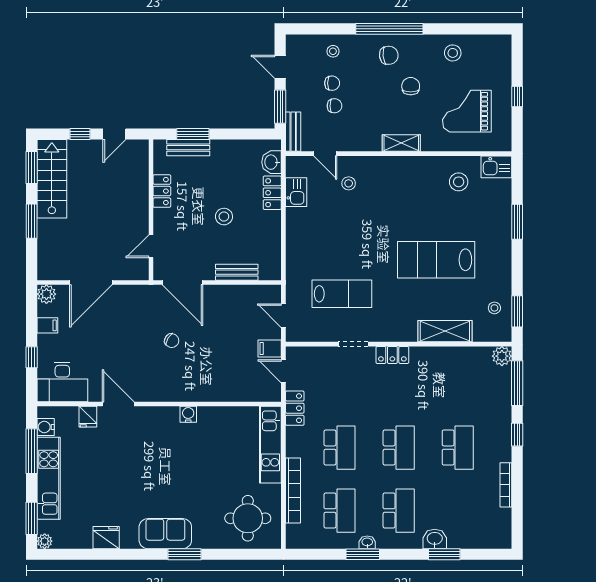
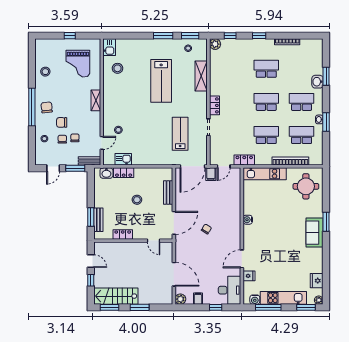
chair: (411, 86) -> (62, 122), moved
window: (517, 222) -> (163, 36), moved
door: (283, 316) -> (192, 166), width x1.88
window: (517, 383) -> (230, 36), width x0.46
fridge: (106, 538) -> (317, 281), moved

